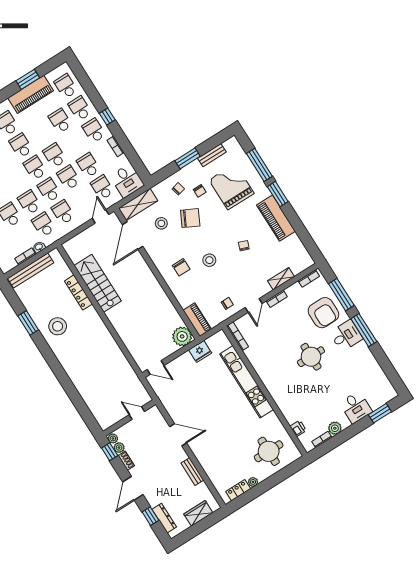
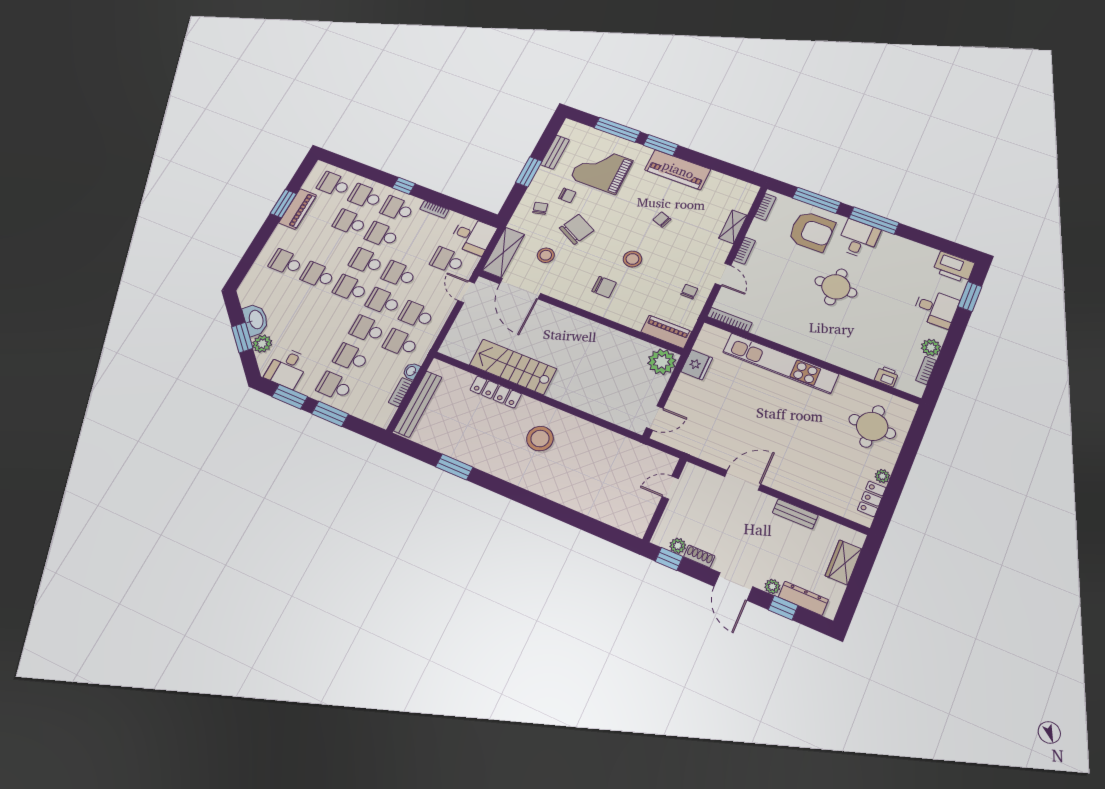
piano: (31, 94) -> (298, 209), width x0.73, depth x0.75
school desk: (88, 165) -> (382, 235), moved
stool: (58, 326) -> (540, 439), moved
printer: (385, 390) -> (954, 267), added
plant: (113, 438) -> (772, 586), moved

